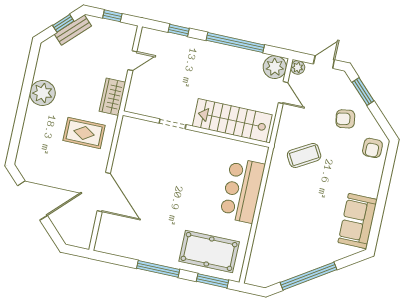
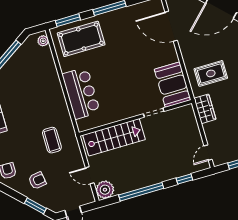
door: (132, 61) -> (208, 153), moved
plant: (298, 67) -> (43, 41), moved
booth: (134, 144) -> (173, 85), added
coffee table: (304, 155) -> (52, 140), turned -60
door: (104, 192) -> (171, 26), moved

